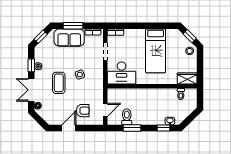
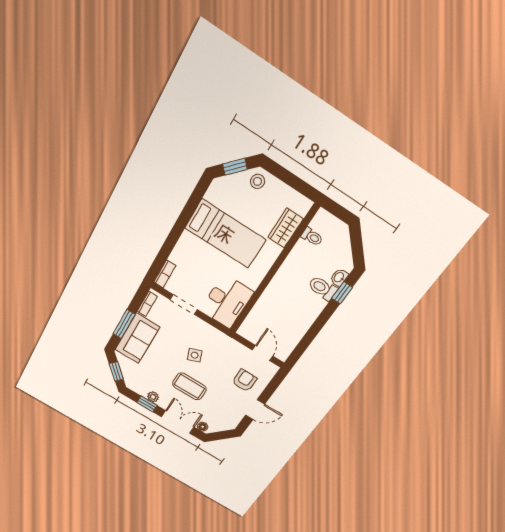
wardrobe: (187, 78) -> (285, 228), moved
double door: (31, 90) -> (178, 422), swing flipped
toilet: (127, 117) -> (323, 288), moved
door: (69, 128) -> (255, 410), swing flipped
window: (132, 128) -> (311, 334), removed

